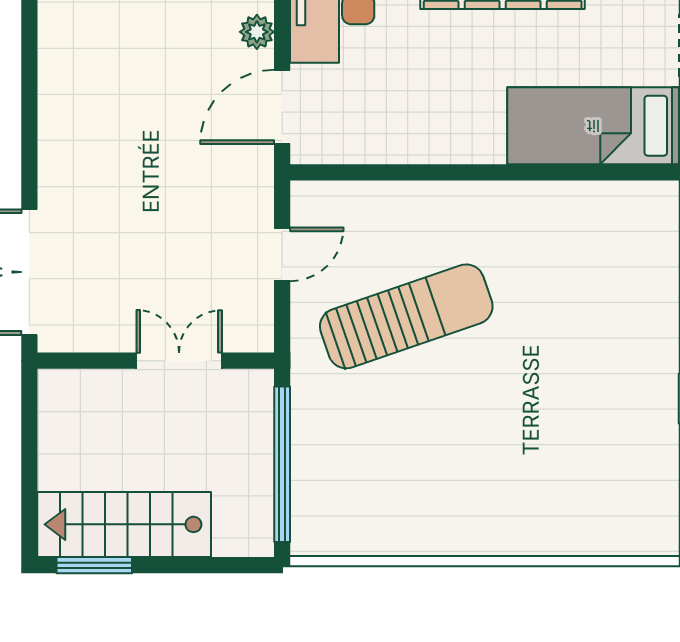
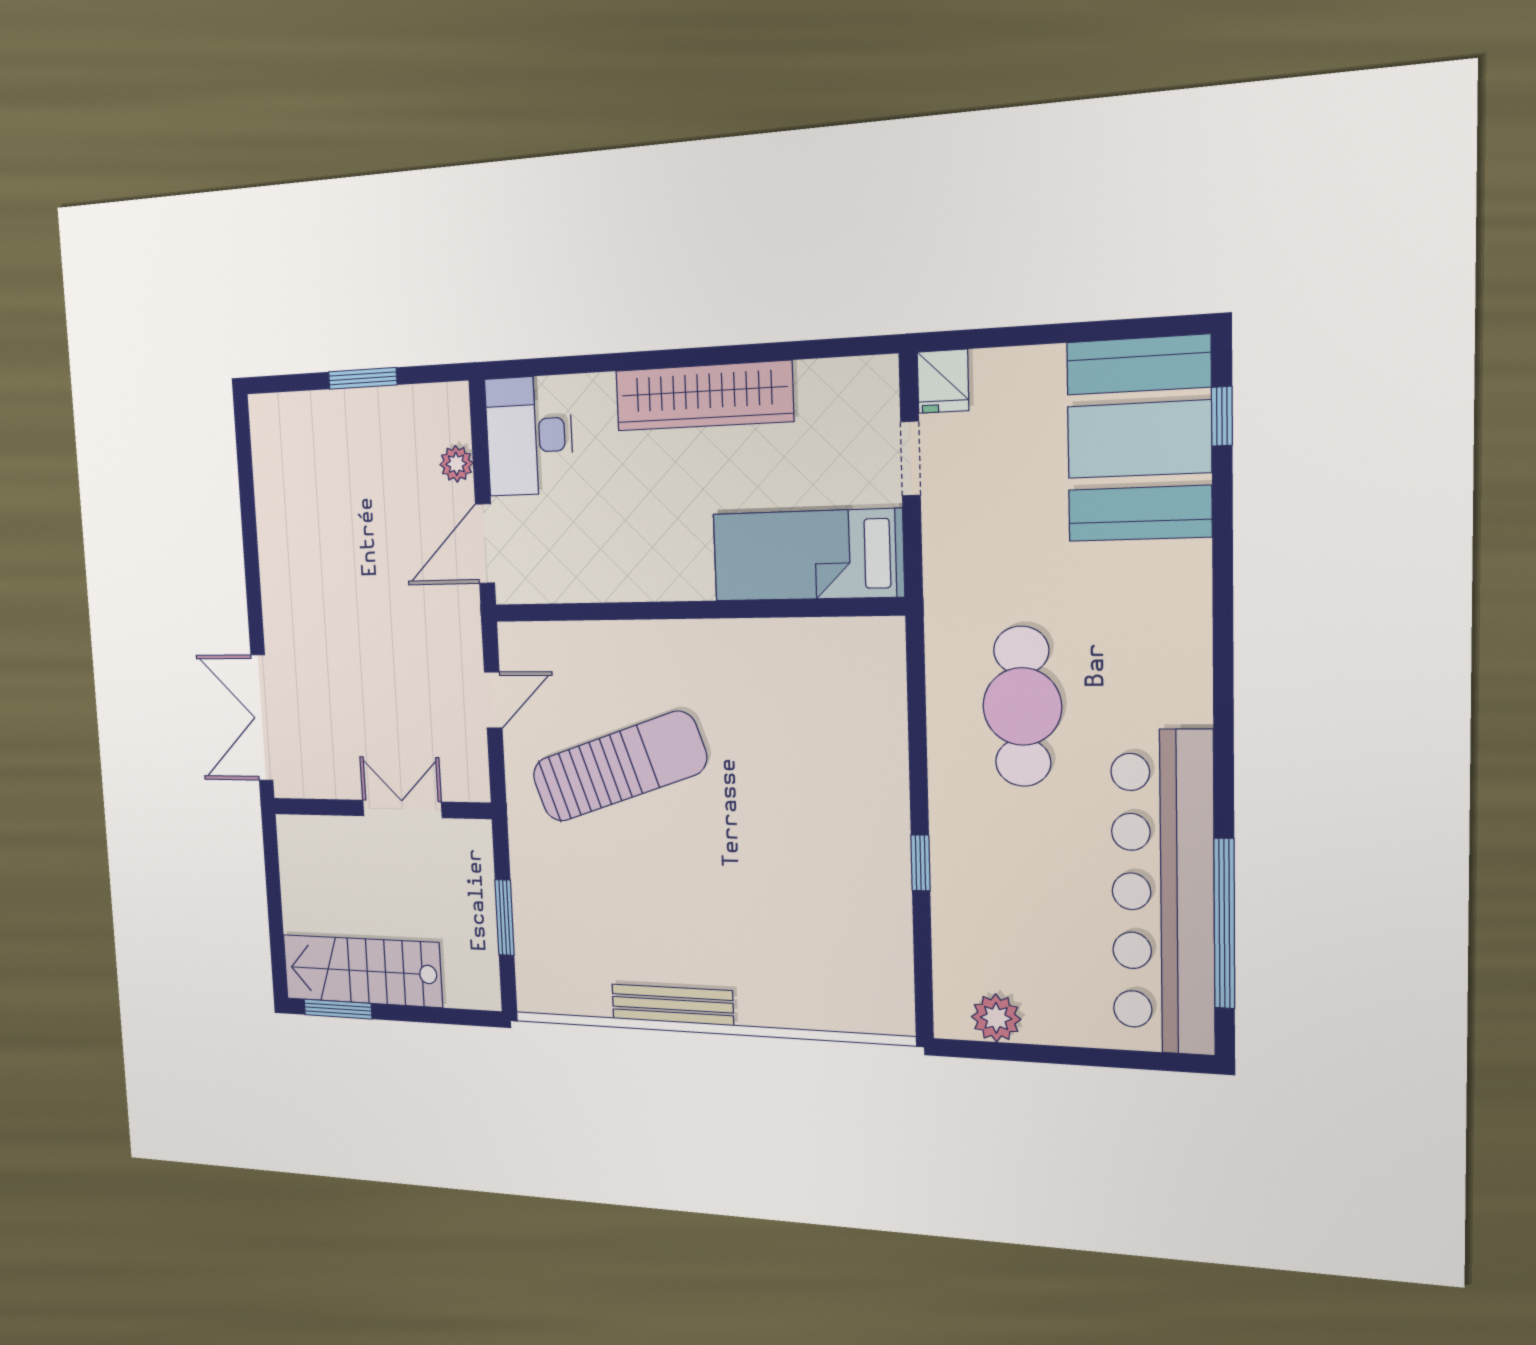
window: (282, 464) -> (505, 918), width x0.47
bench: (449, 541) -> (672, 1005), added

